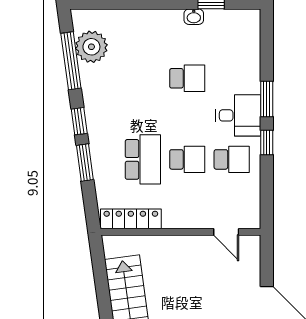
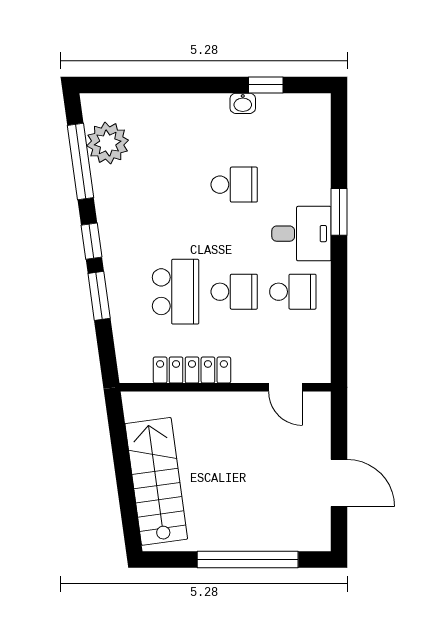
window: (267, 142) -> (339, 269), removed
locker: (131, 219) -> (192, 370), moved

